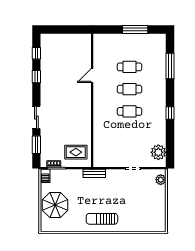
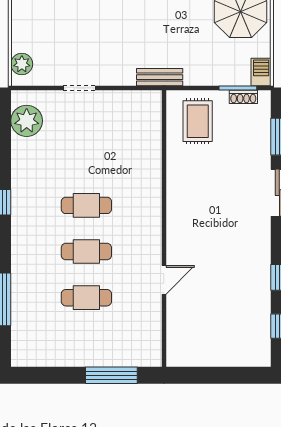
window: (135, 29) -> (111, 375), moved
rug: (76, 152) -> (198, 121), turned 90

